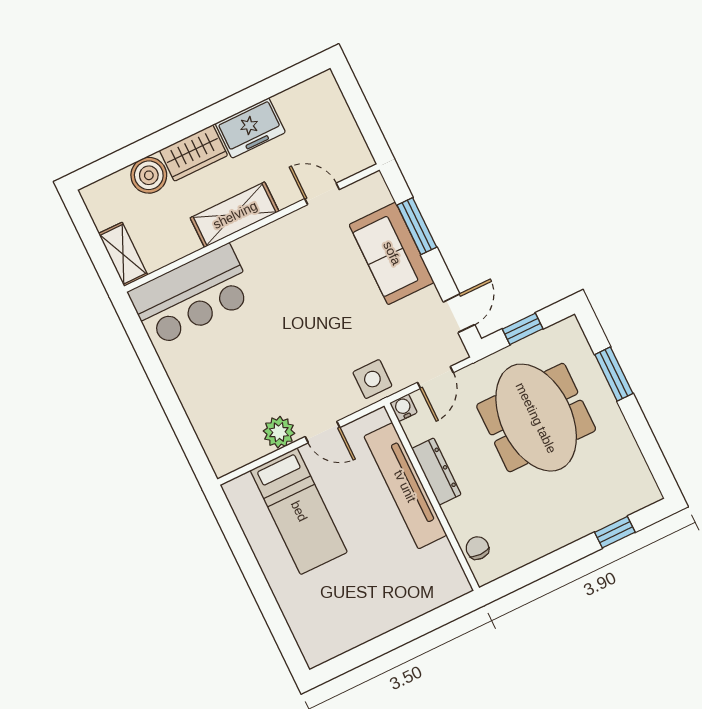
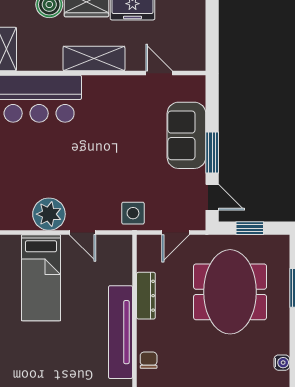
window: (417, 226) -> (212, 152), moved
door: (459, 313) -> (212, 197), hinge flipped
water cooler: (403, 408) -> (282, 363), moved, turned 90
plant: (279, 432) -> (49, 214), width x1.36, depth x1.36
tv unit: (405, 486) -> (120, 332), moved

